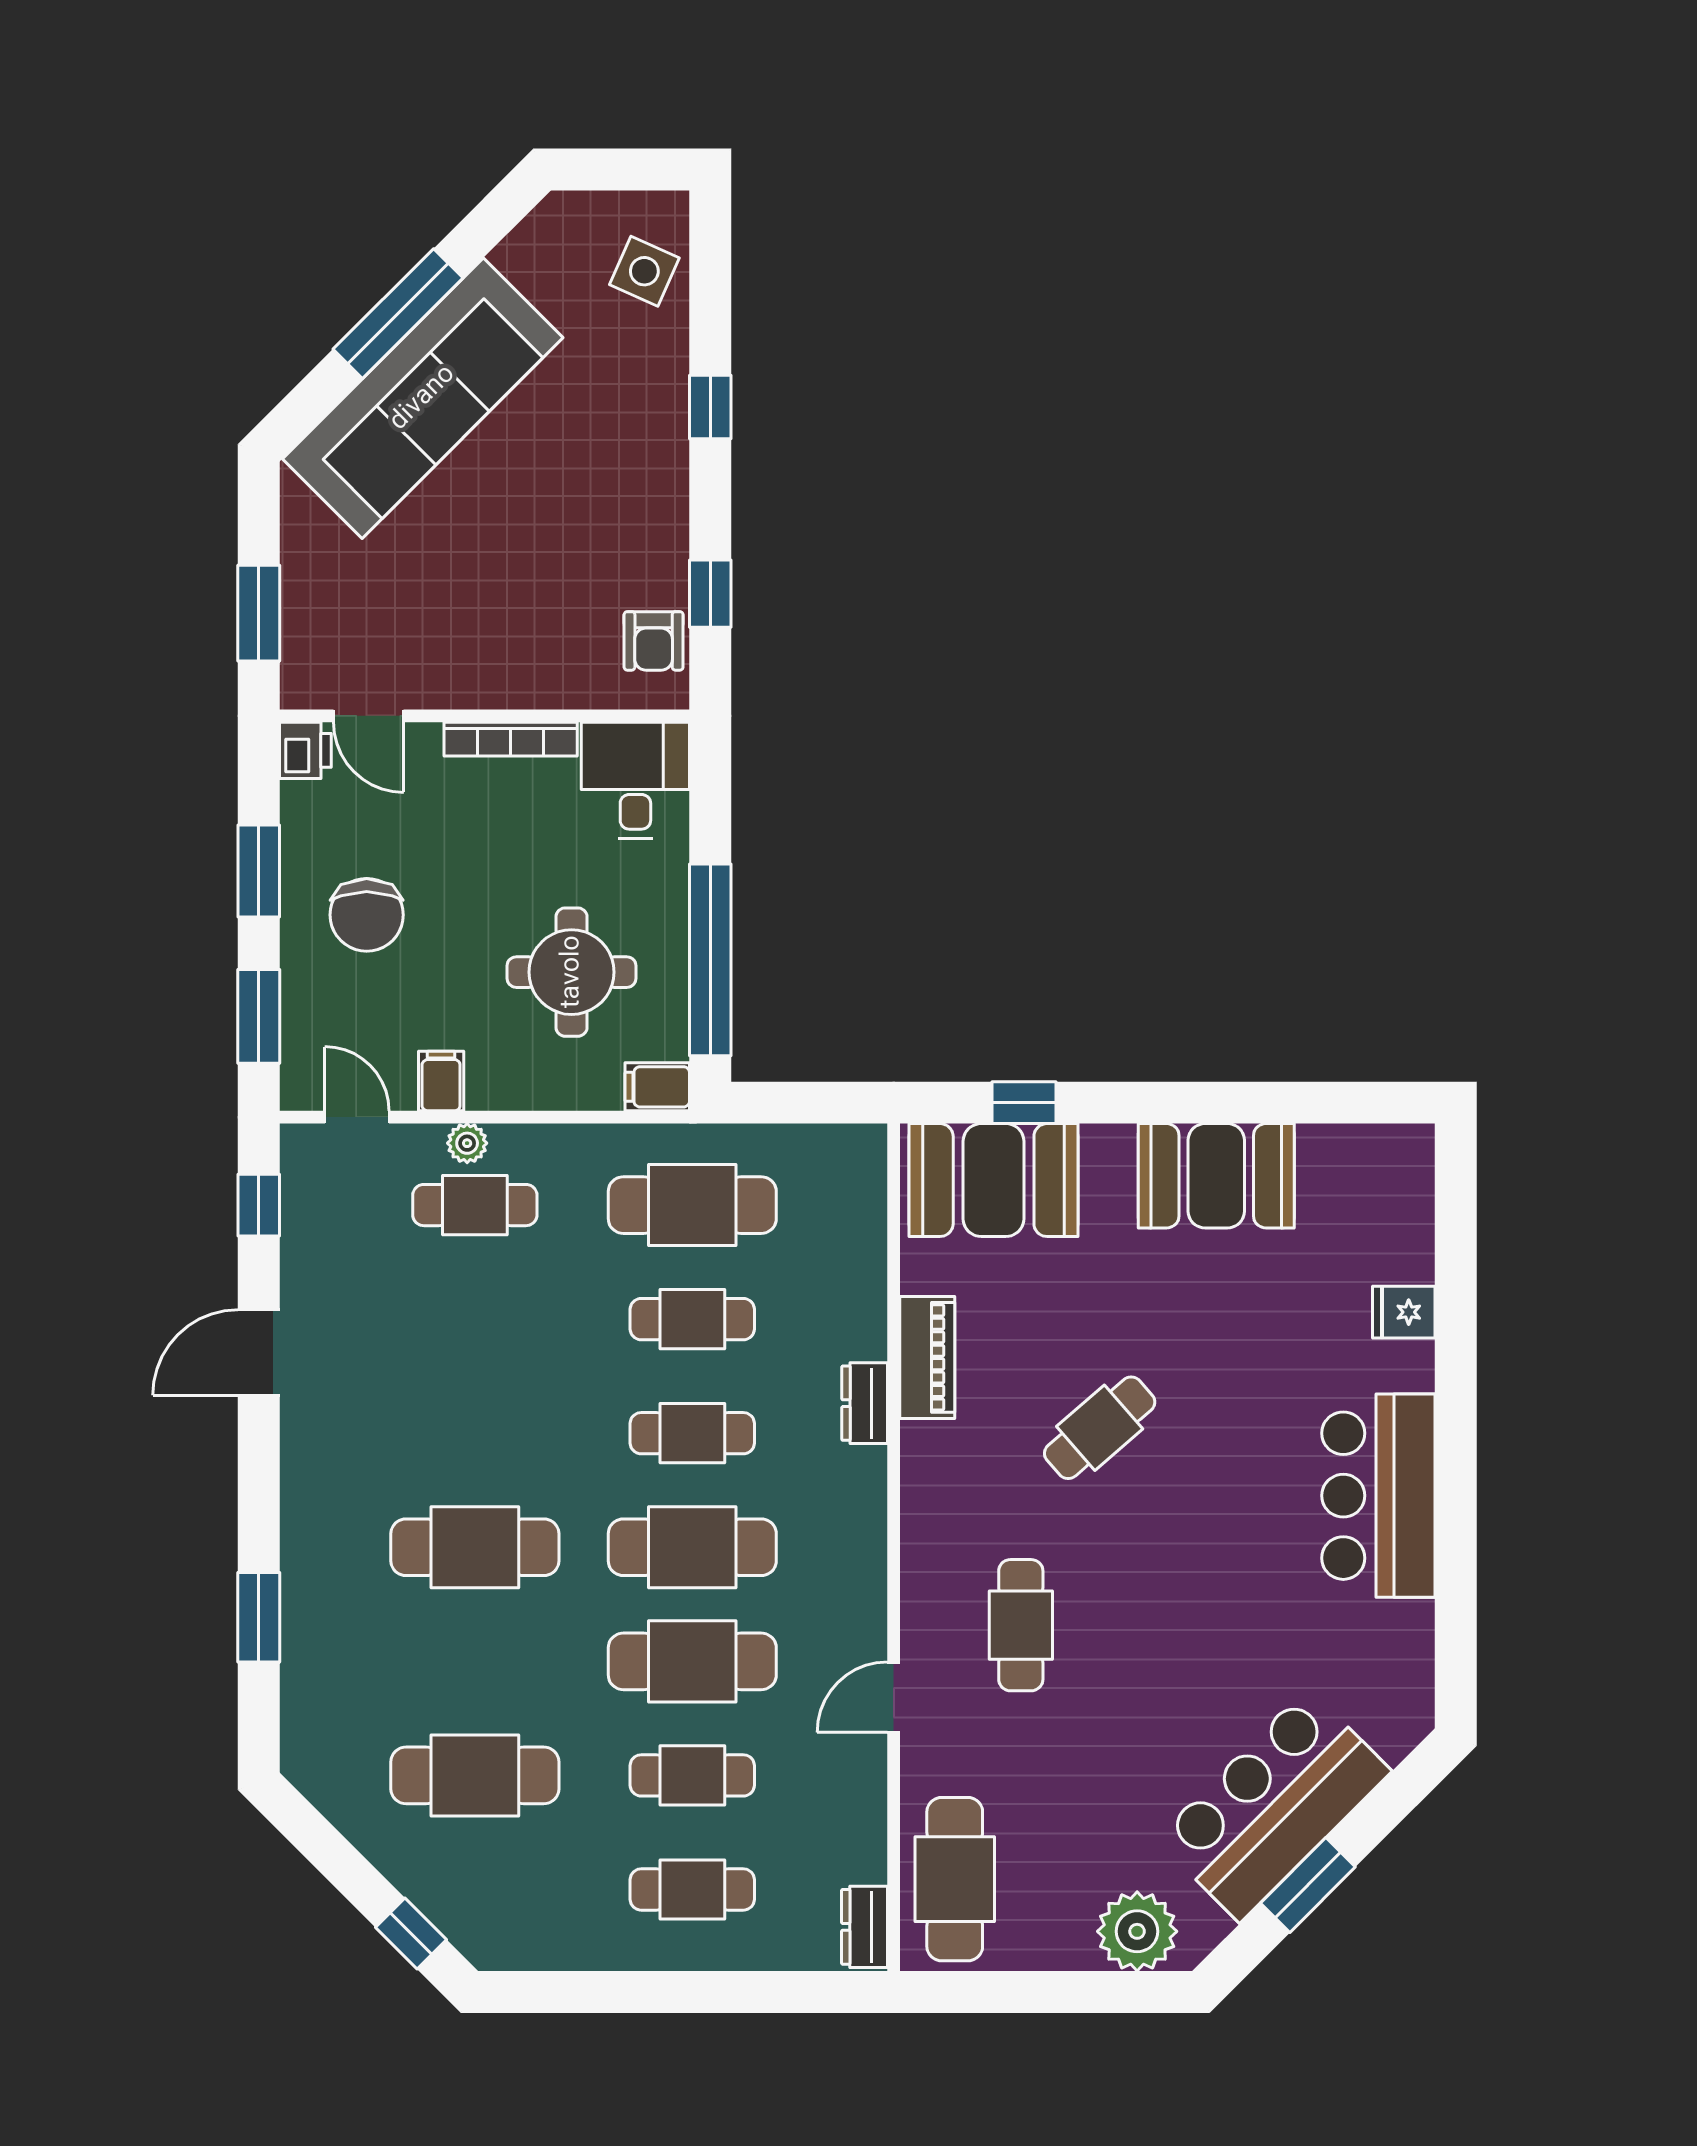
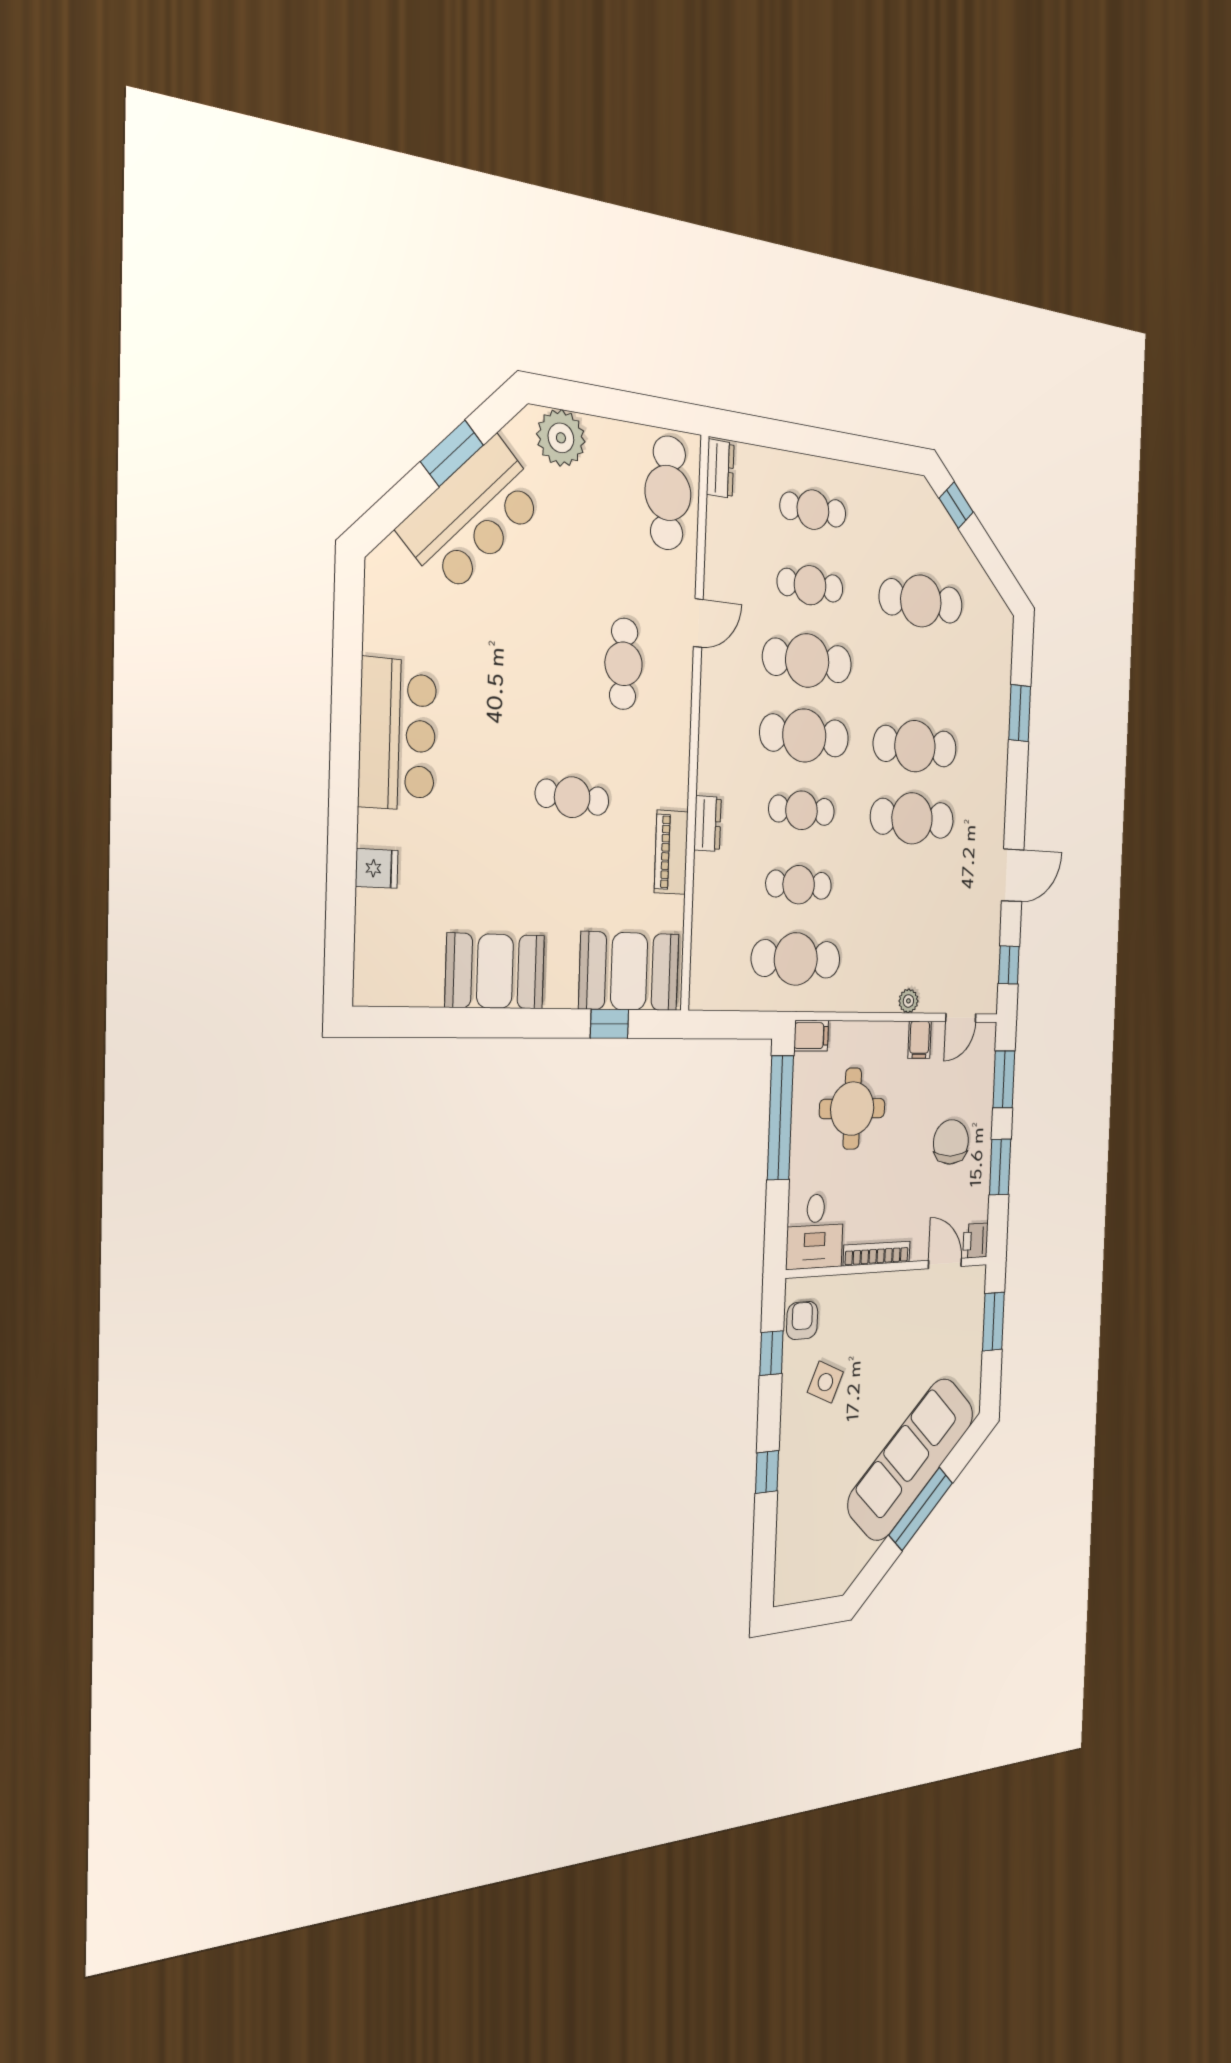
side table: (644, 271) -> (825, 1382), moved
door: (357, 1117) -> (961, 1018), hinge flipped
cafe table: (475, 1205) -> (912, 818), moved, width x1.37, depth x1.35
cafe table: (1100, 1428) -> (572, 797), turned 45

